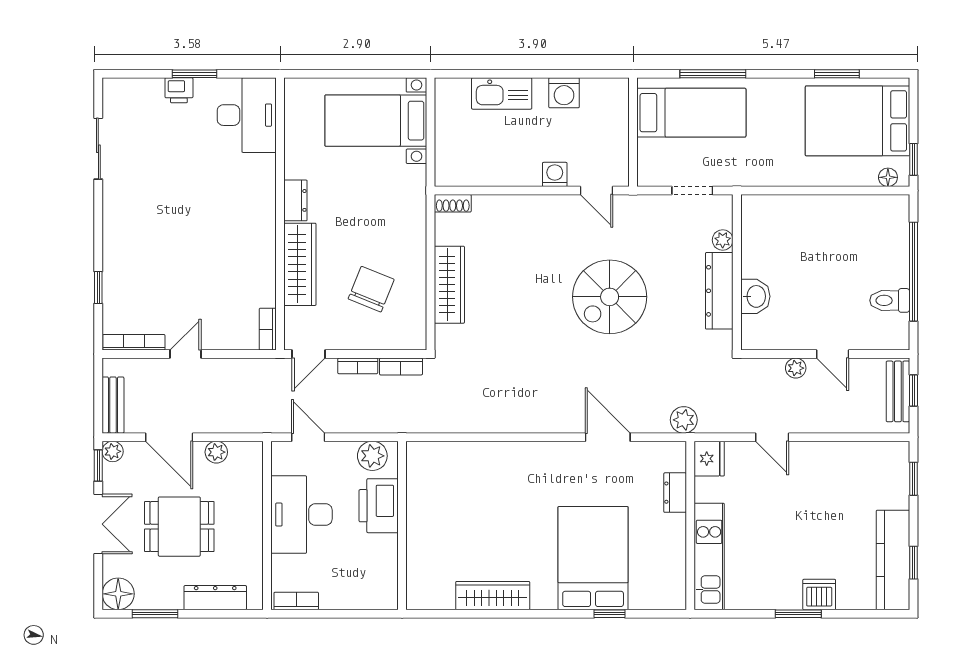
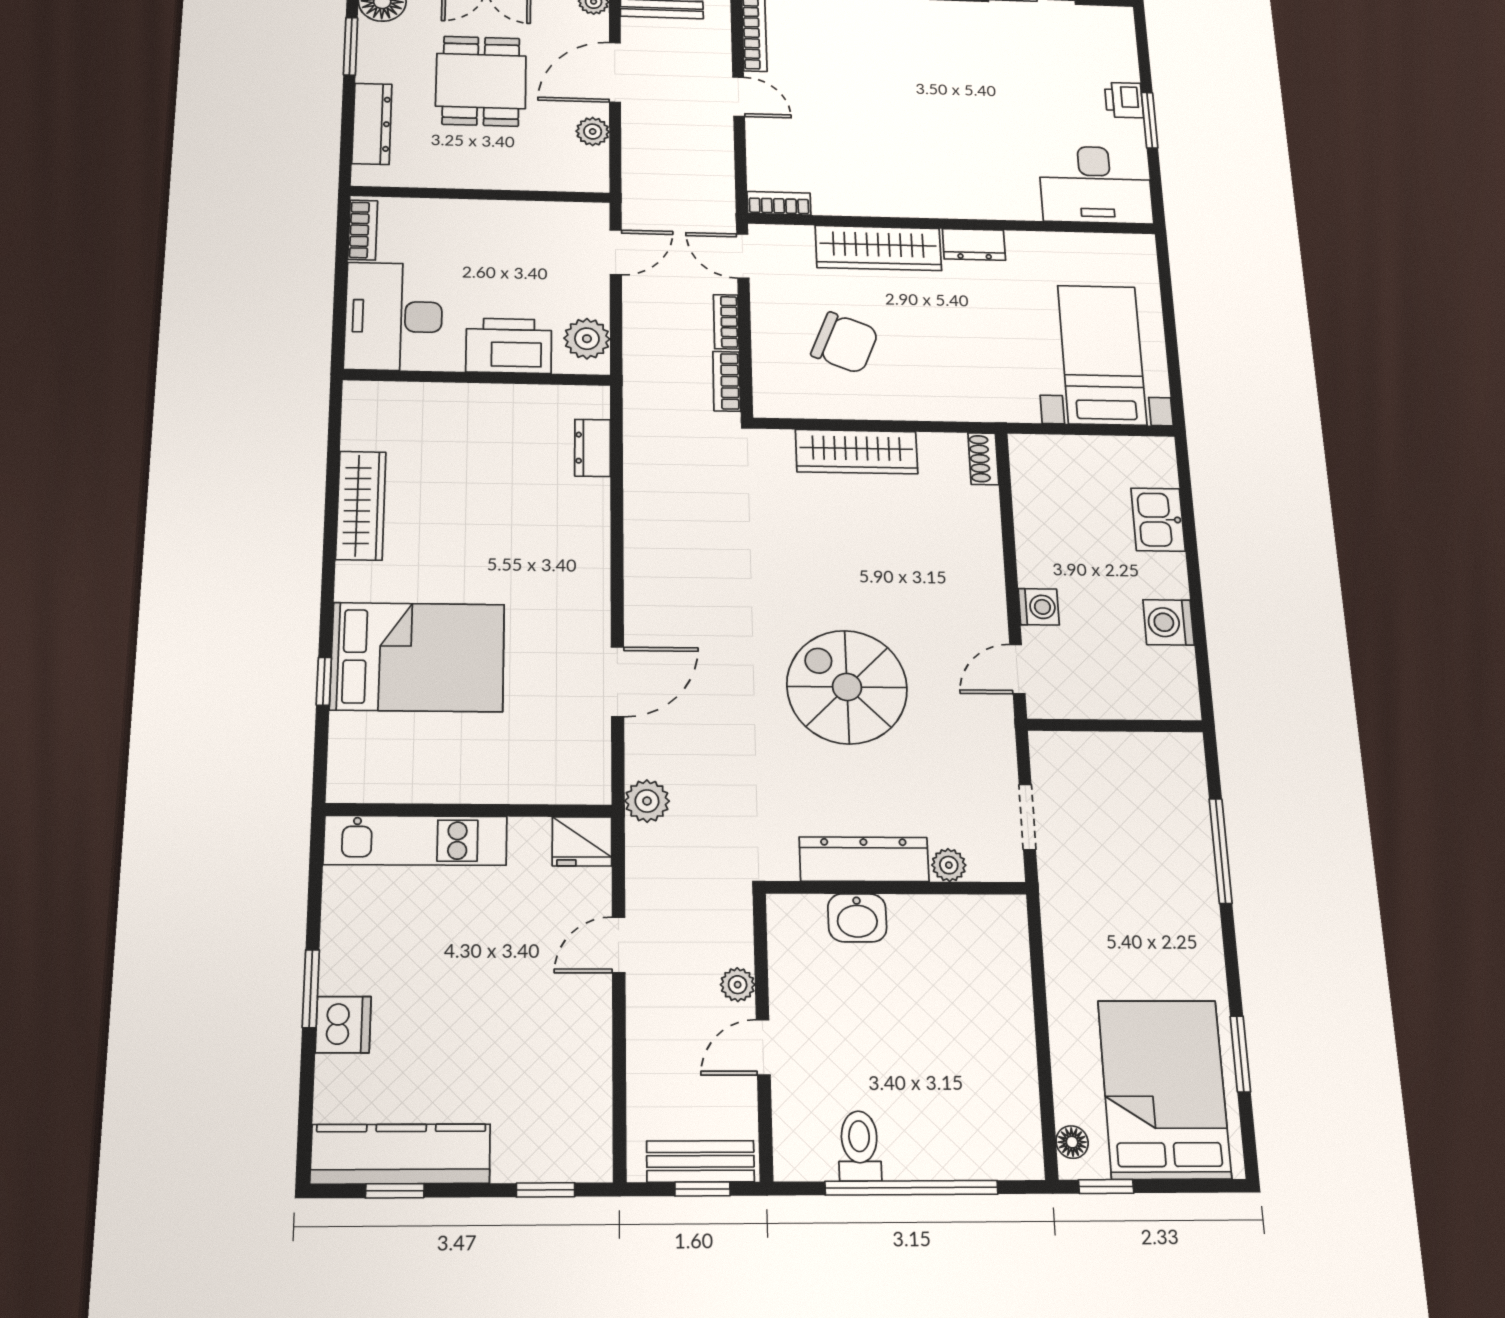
kitchen sink: (502, 93) -> (1158, 520), width x0.73
bed: (691, 113) -> (1154, 816), removed
dresser: (675, 493) -> (593, 448), moved, turned -90
desk: (301, 515) -> (394, 316), moved, turned -90

